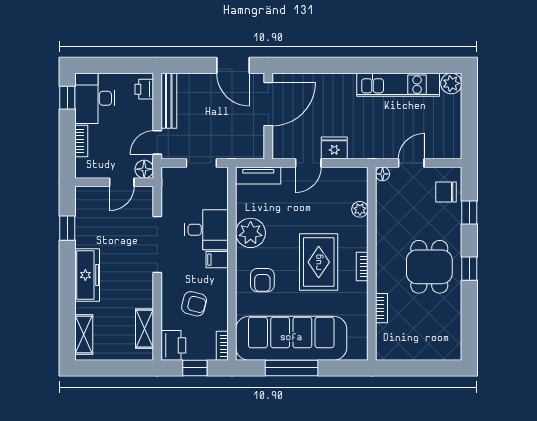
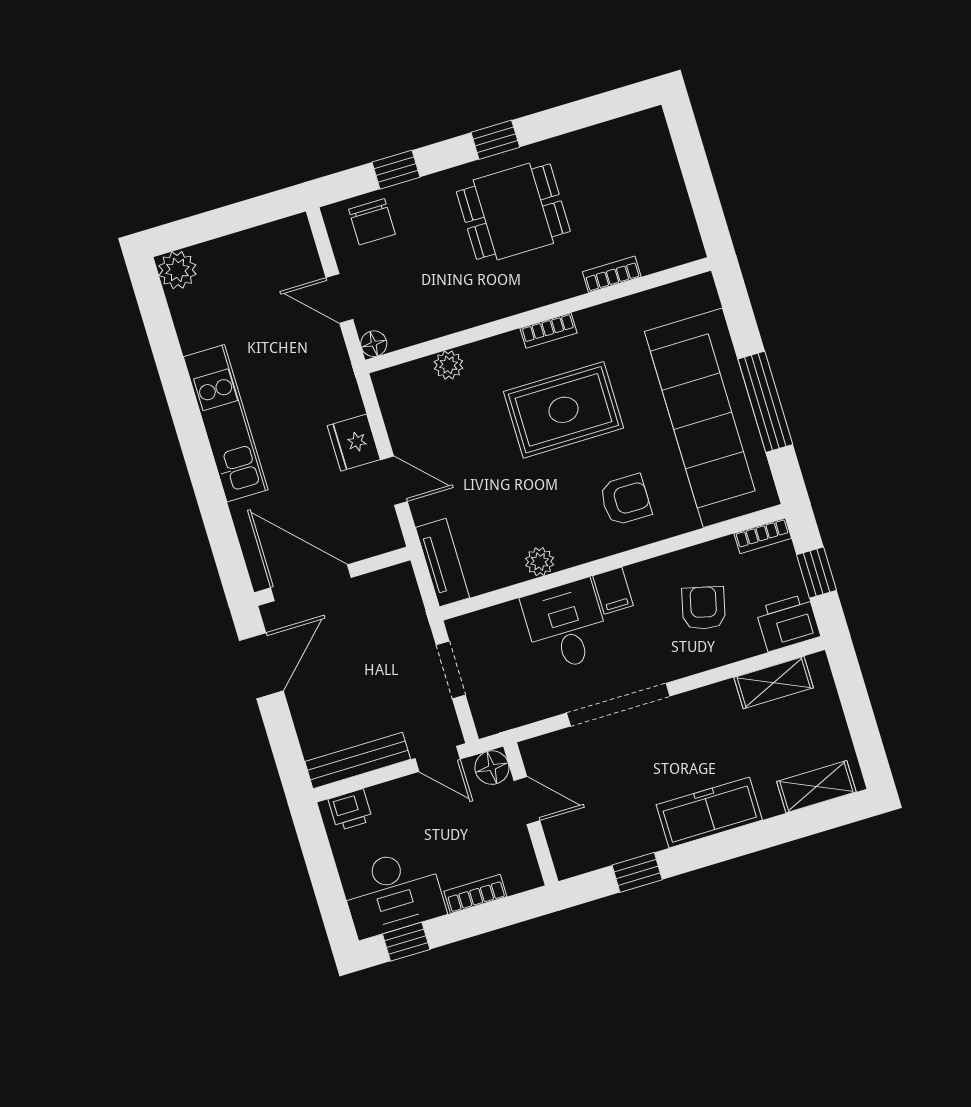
kitchen unit: (398, 85) -> (226, 423), moved
plant: (251, 233) -> (540, 562), width x0.53, depth x0.53

